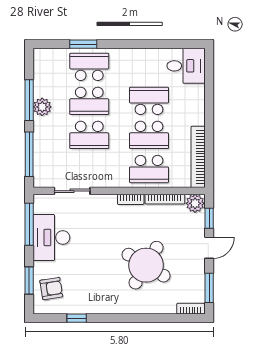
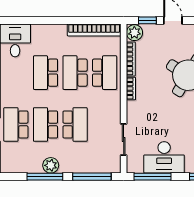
school desk: (89, 101) -> (45, 124), turned 180
school desk: (149, 135) -> (75, 73), turned 180

